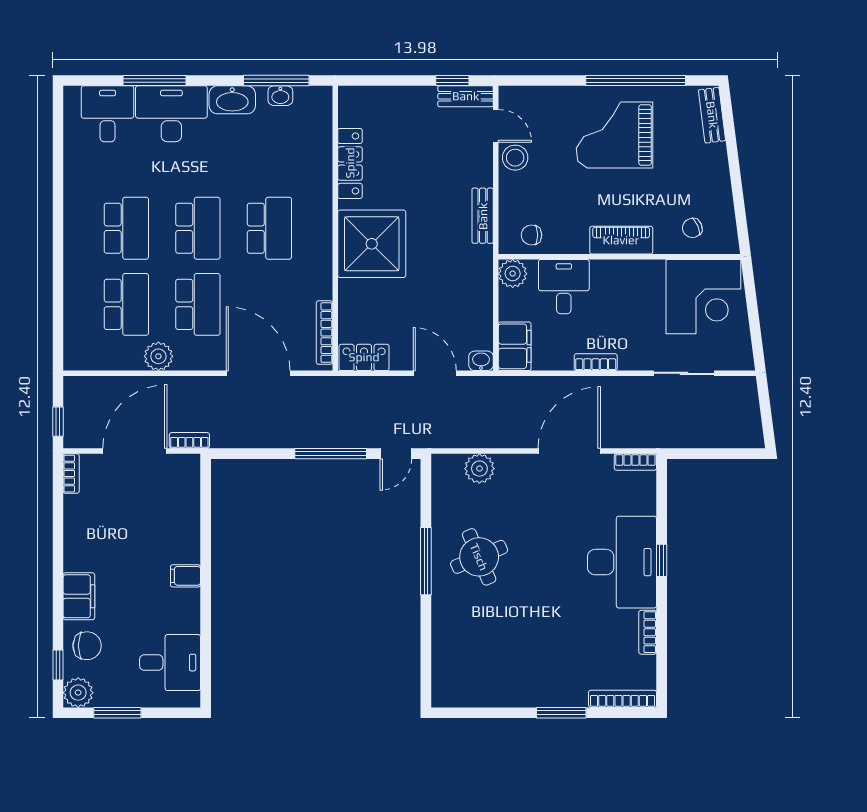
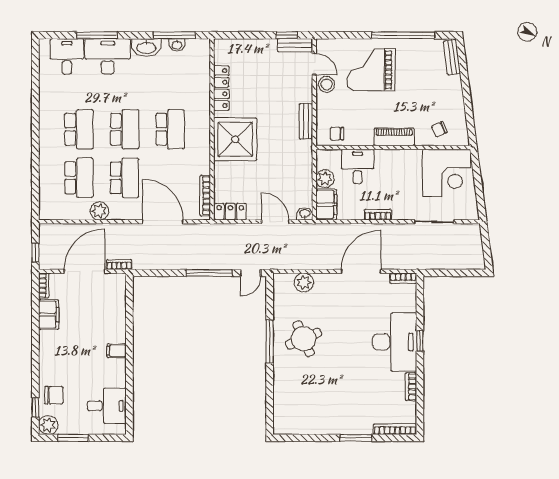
grand piano: (615, 135) -> (371, 70), moved
plant: (513, 274) -> (325, 179), moved
filing cabinet: (79, 596) -> (49, 315), moved

